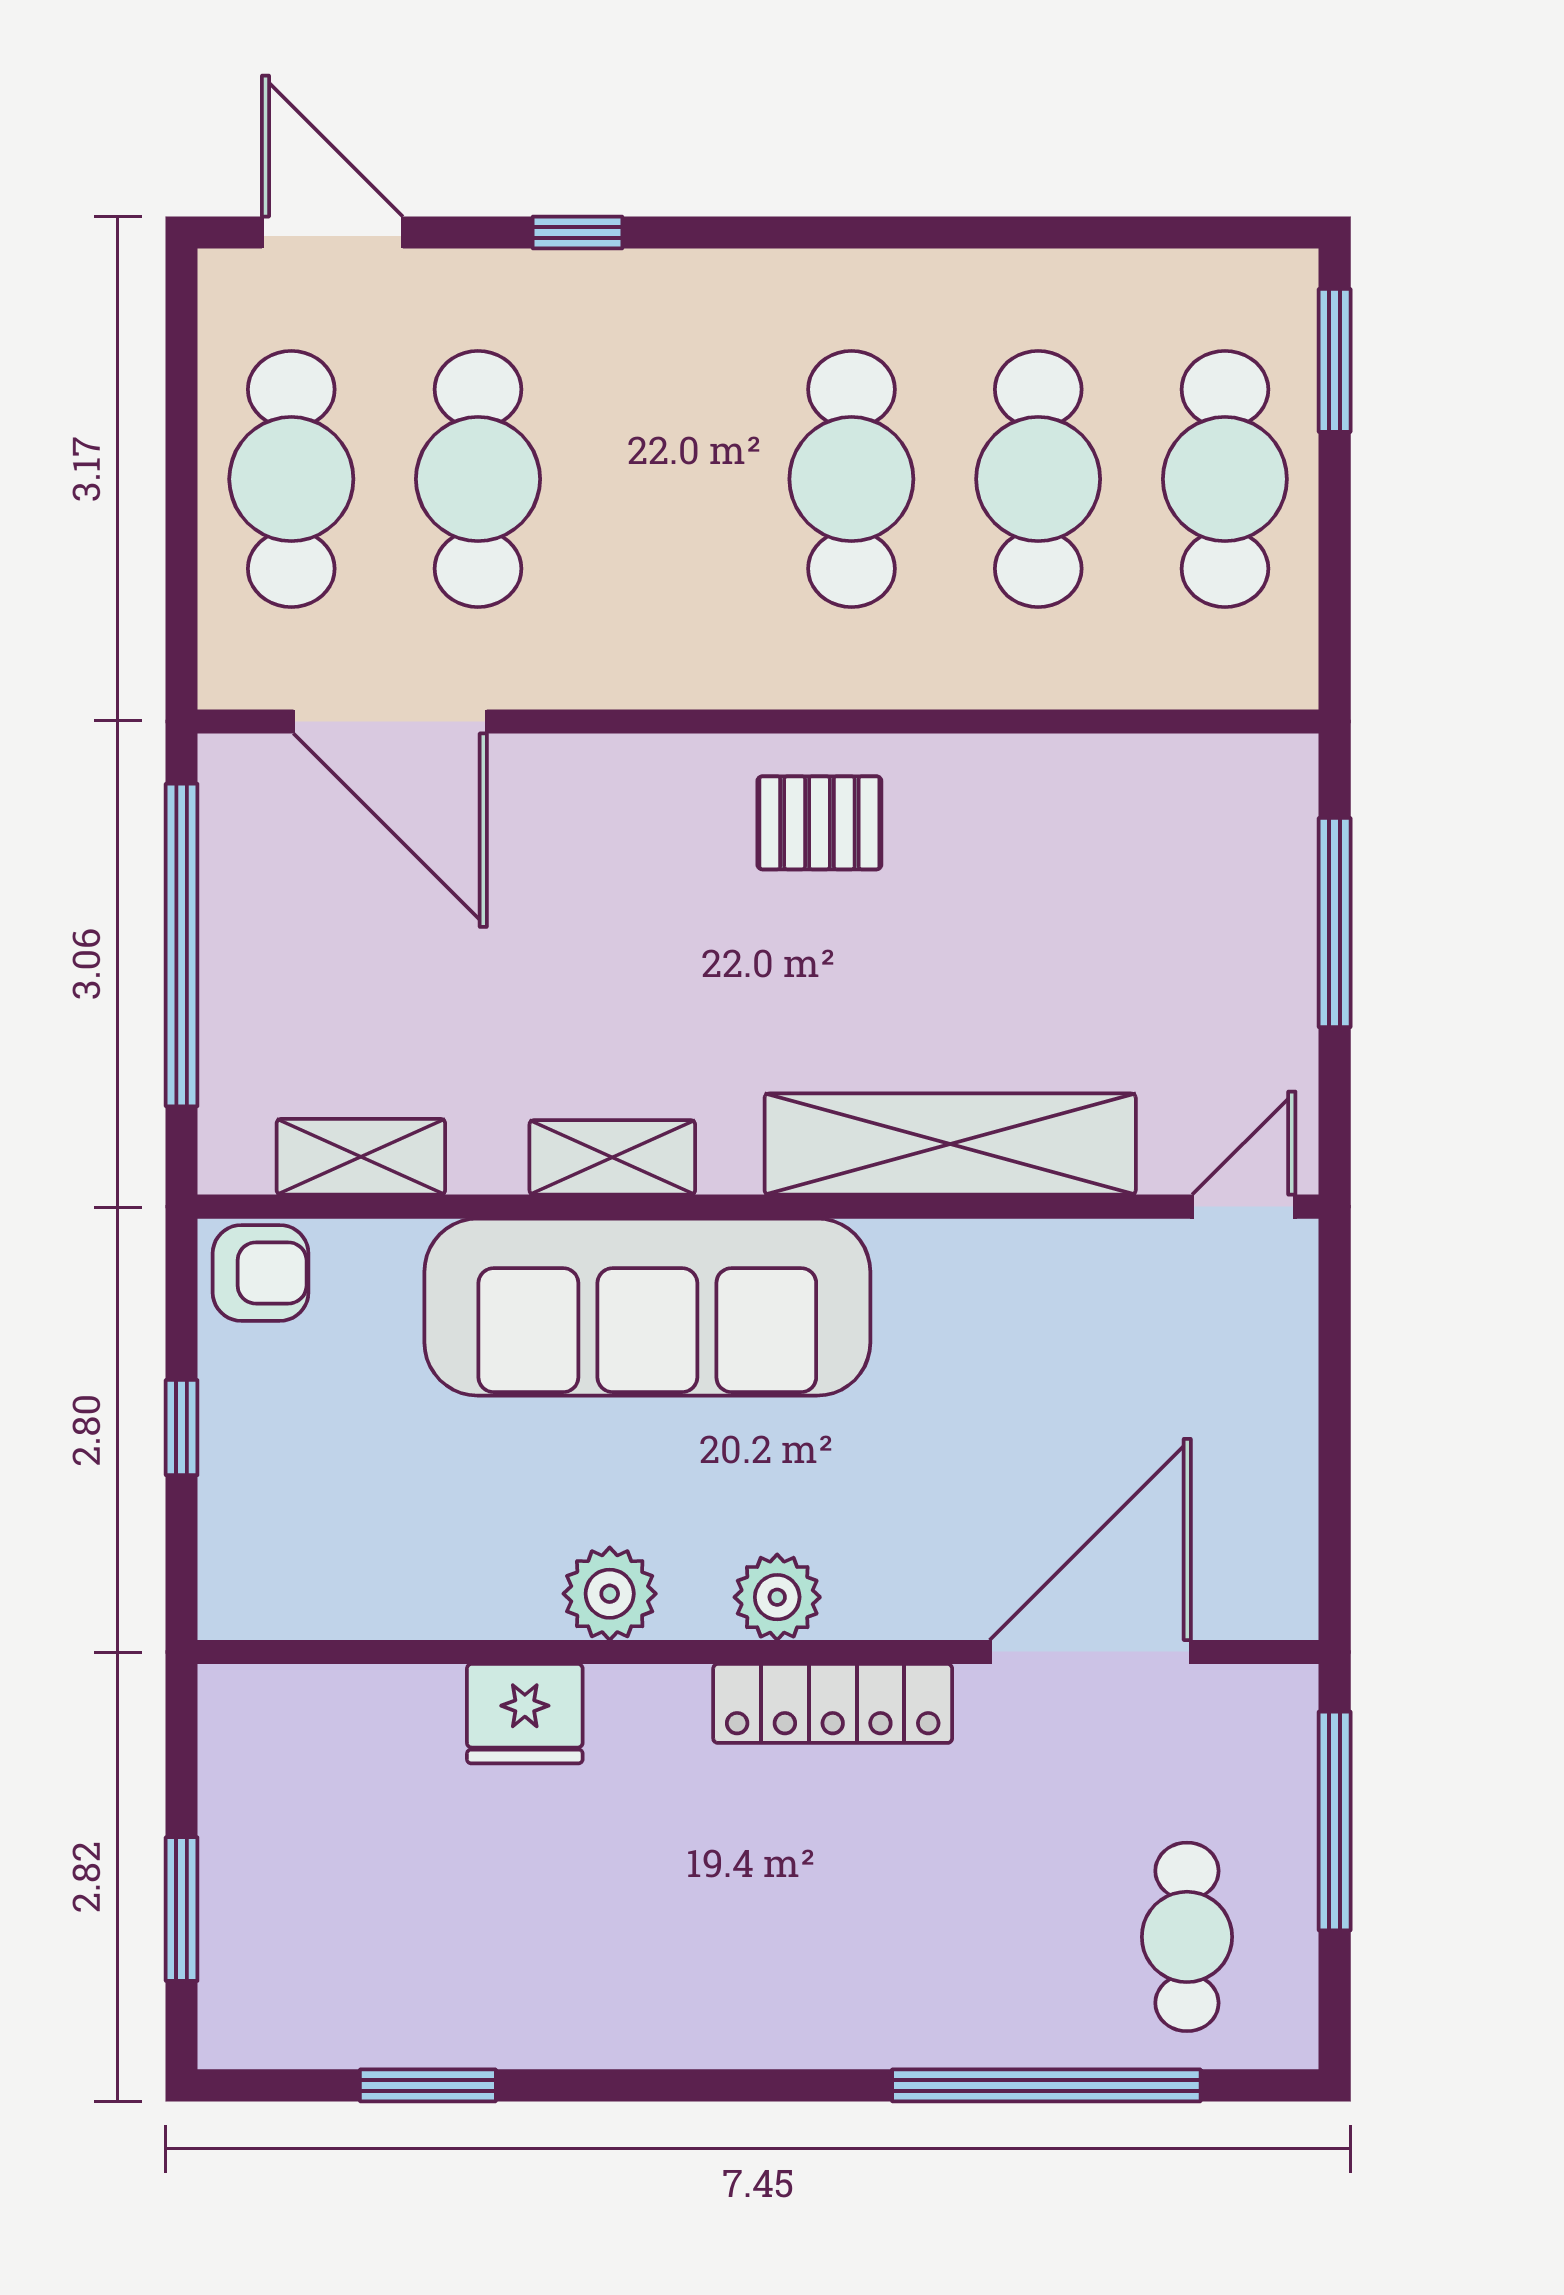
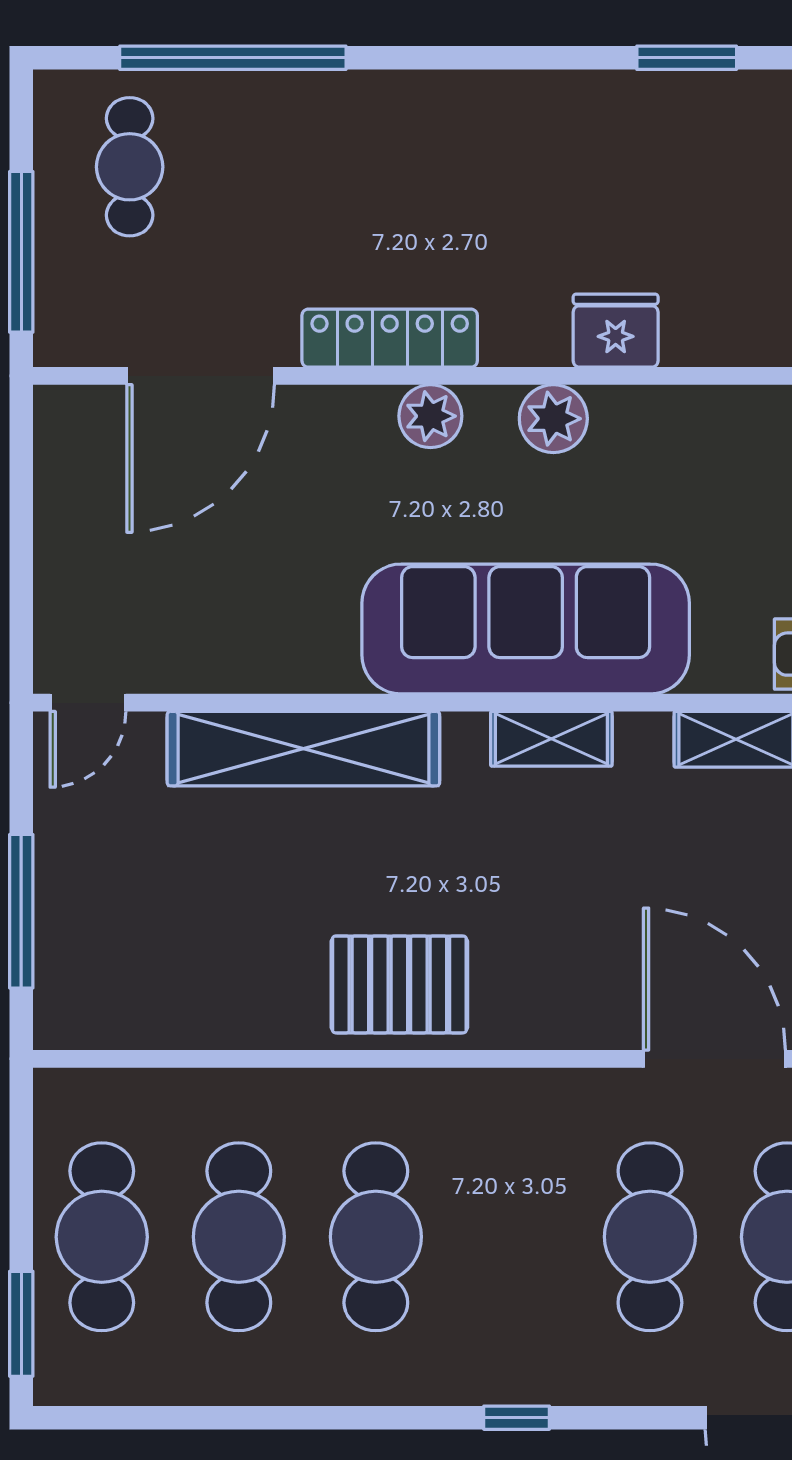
window: (578, 232) -> (517, 1418), moved
pallet: (819, 823) -> (399, 984), width x1.50, depth x1.42

